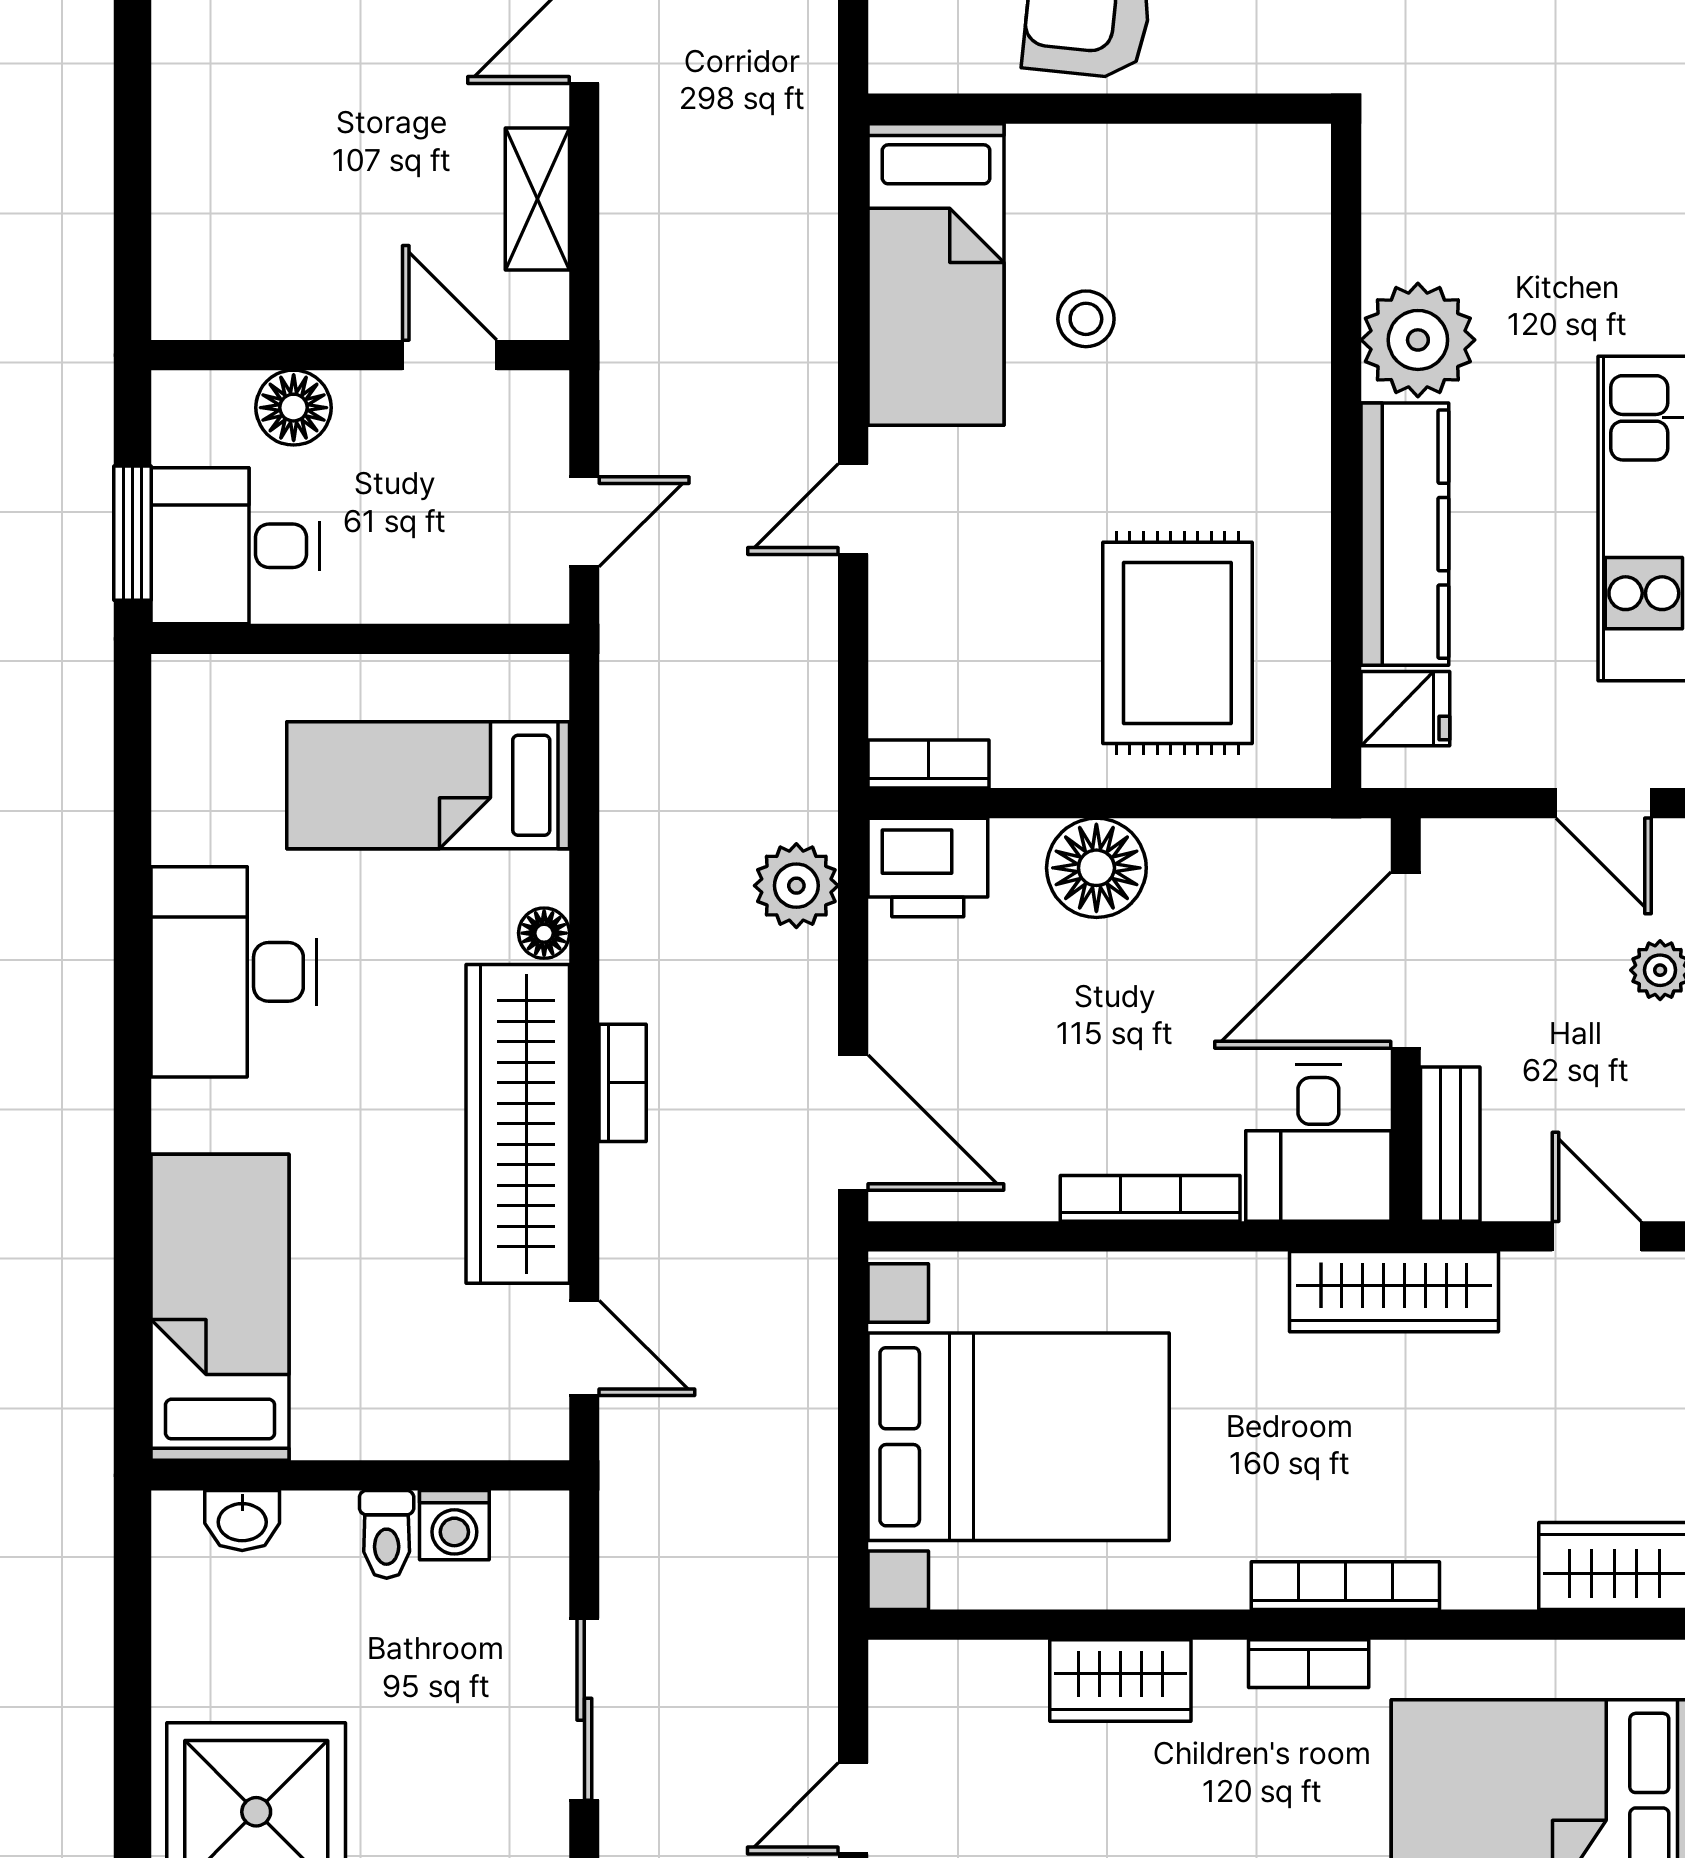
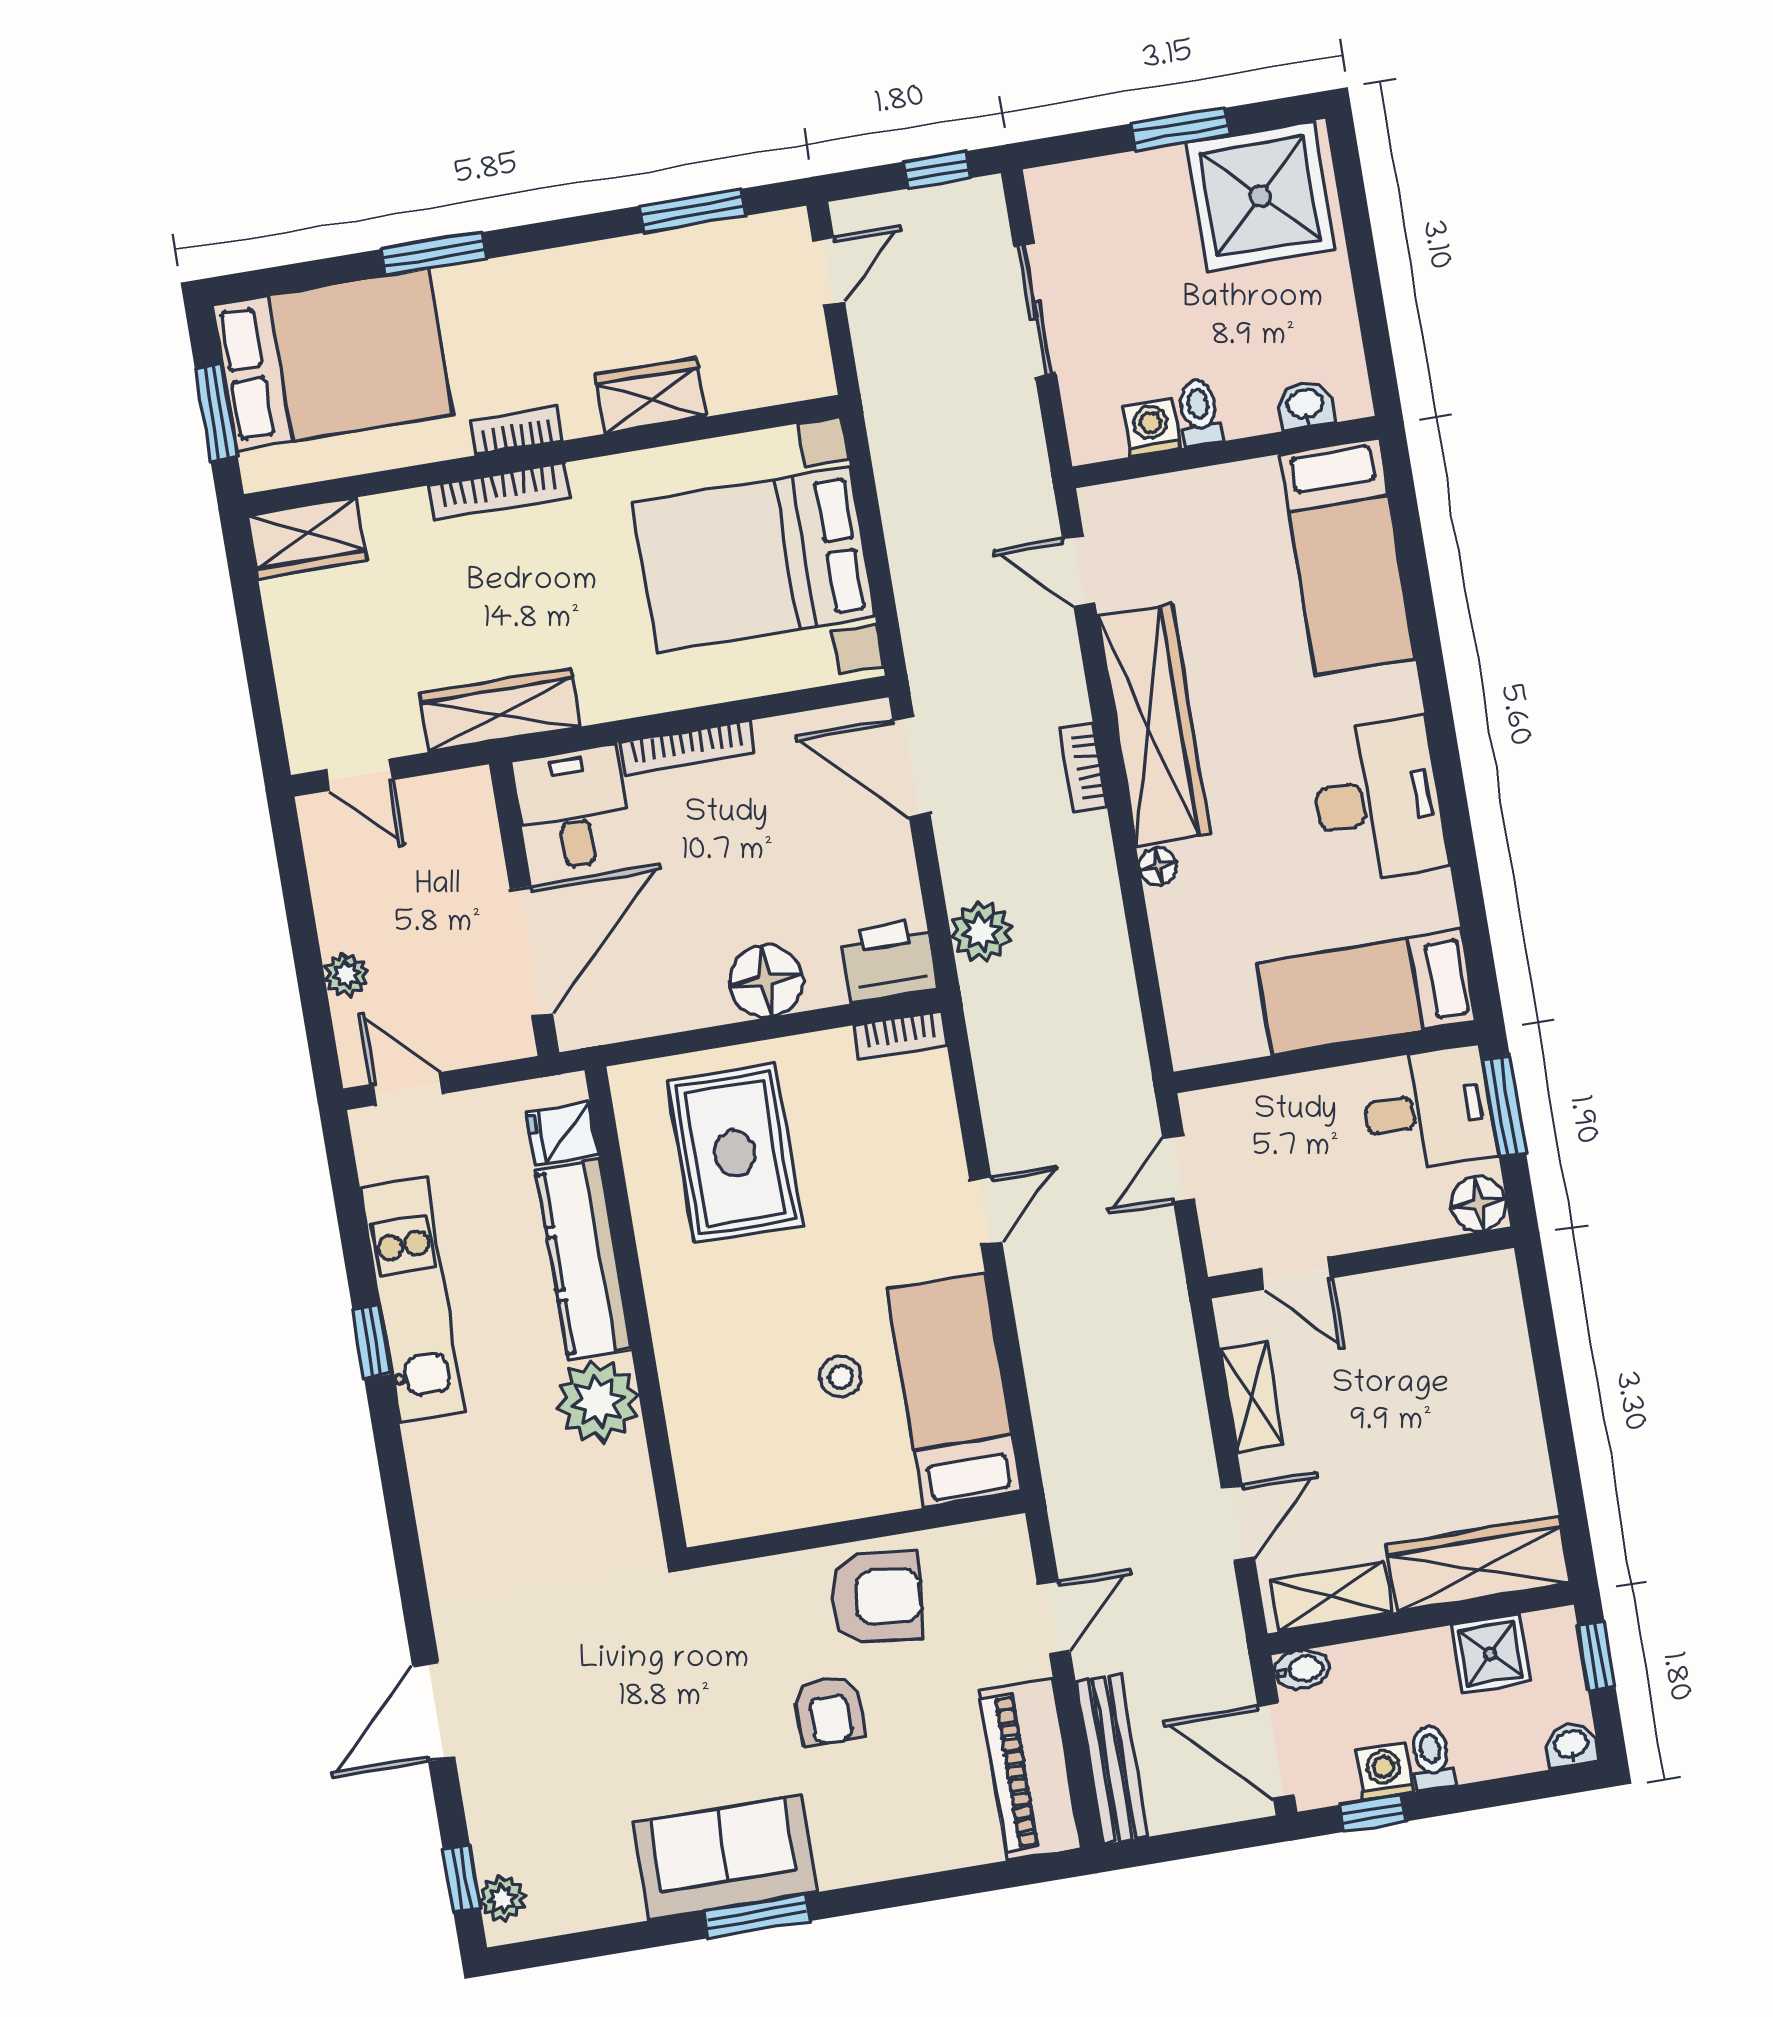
floor lamp: (294, 408) -> (1479, 1204), moved
bed: (428, 785) -> (1366, 992), moved, turned 180
bench: (1450, 1144) -> (477, 824), removed

